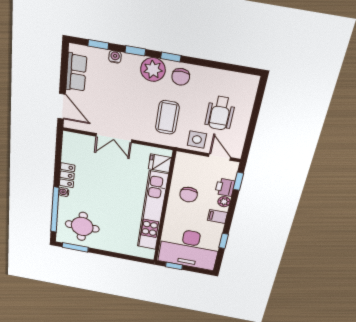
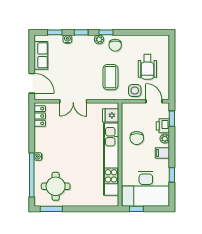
plant: (153, 70) -> (99, 39), width x0.53, depth x0.53
locker: (67, 175) -> (40, 116), moved

